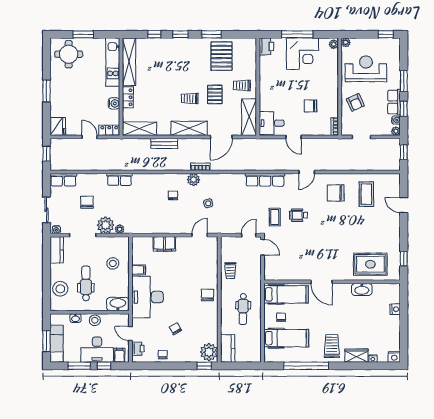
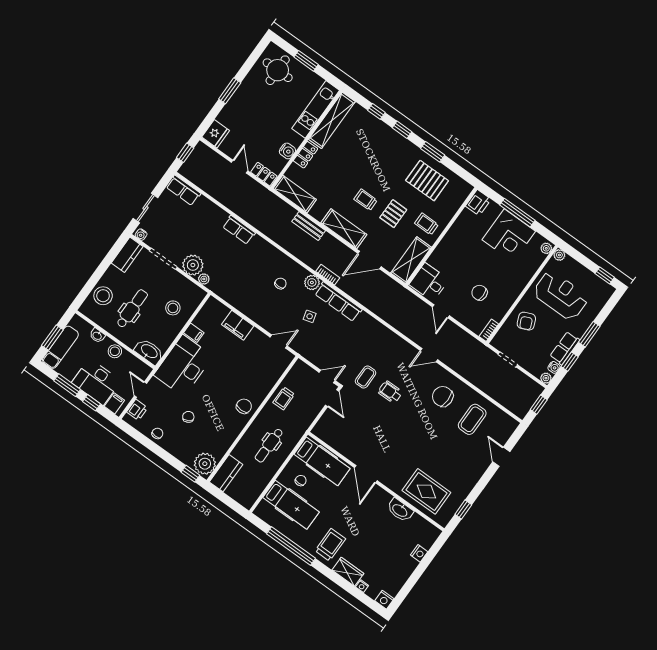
pallet: (222, 56) -> (427, 181), turned 90
row of seats: (265, 180) -> (338, 302), moved
chair: (87, 202) -> (191, 229), removed

